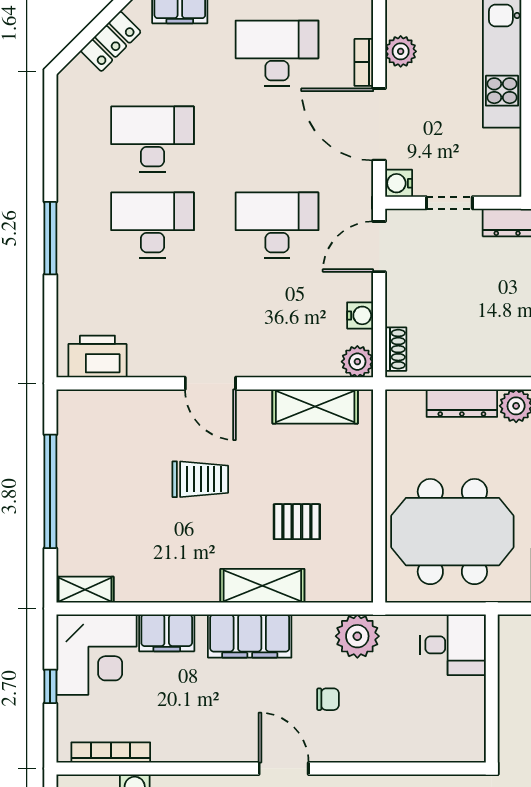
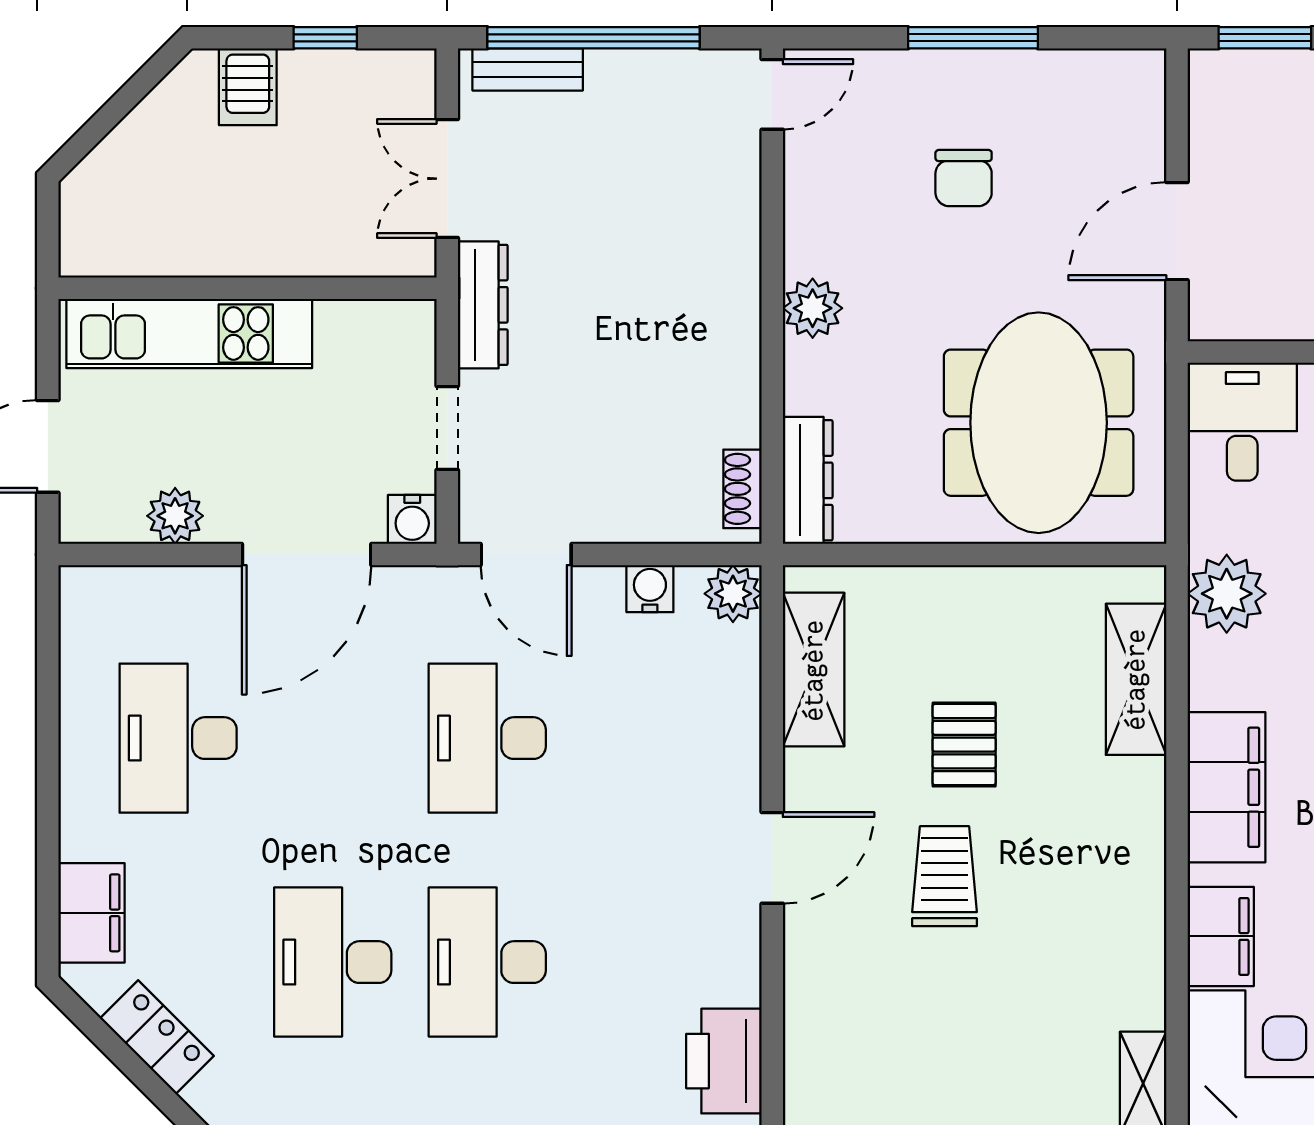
bookcase: (364, 62) -> (195, 582), removed
shoe rack: (396, 349) -> (742, 489), moved, turned -90
dresser: (462, 403) -> (808, 480), moved
pallet: (297, 522) -> (964, 745), moved
shelving: (262, 586) -> (1136, 679), moved

